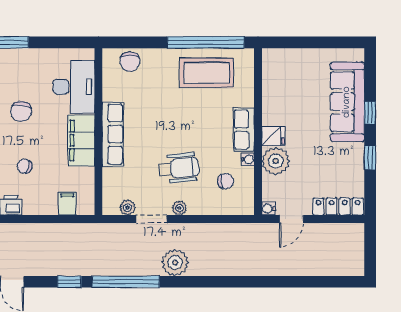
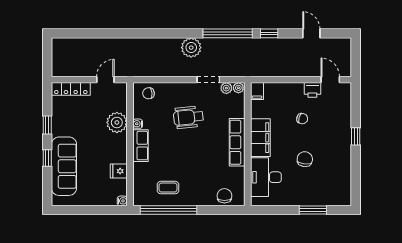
coffee table: (206, 73) -> (168, 188), width x0.54, depth x0.58
fridge: (273, 136) -> (119, 171), moved
chair: (226, 181) -> (148, 93), moved
filing cabinet: (67, 204) -> (257, 91), moved
plant: (179, 208) -> (238, 88), moved
water cooler: (268, 209) -> (122, 201), moved

